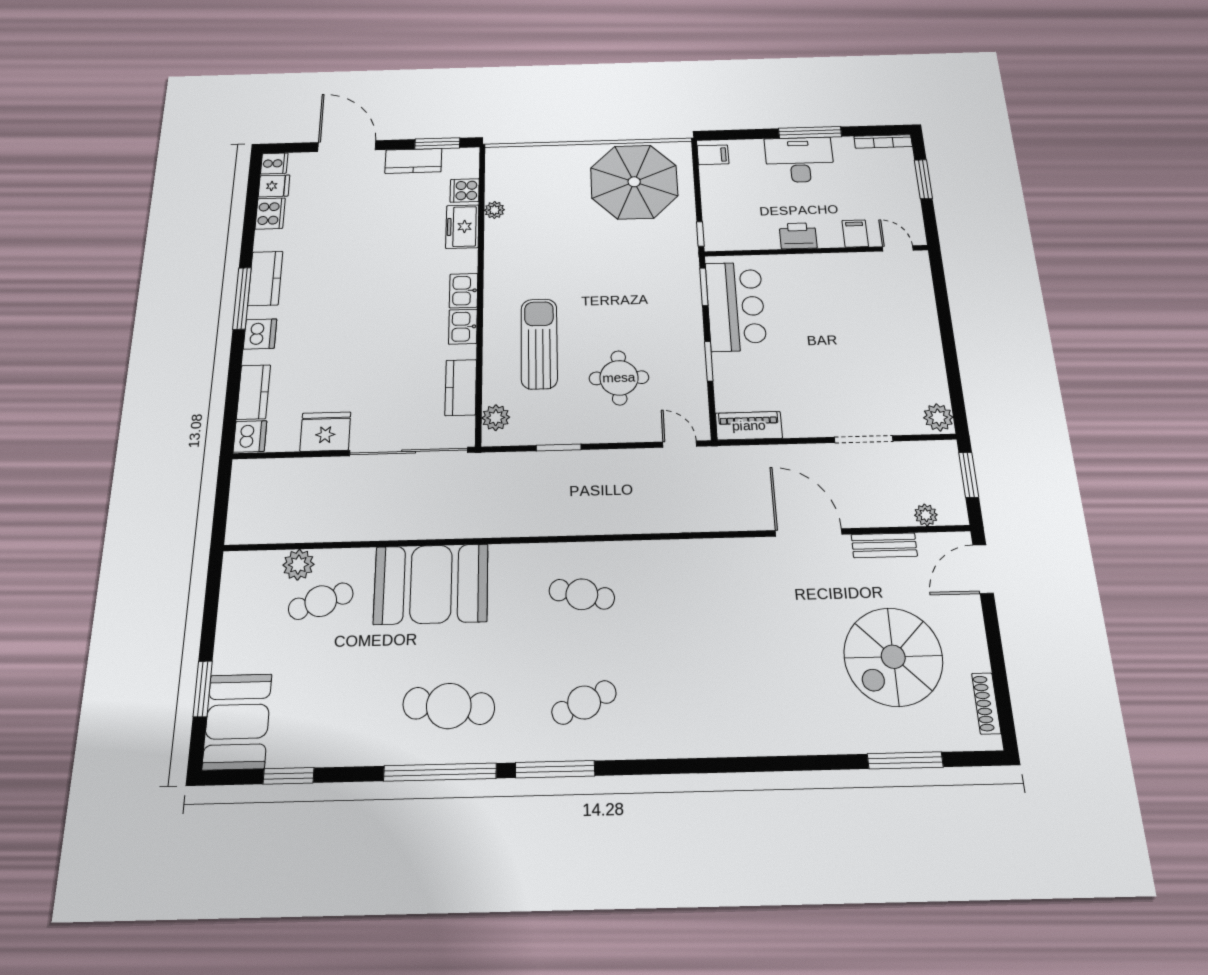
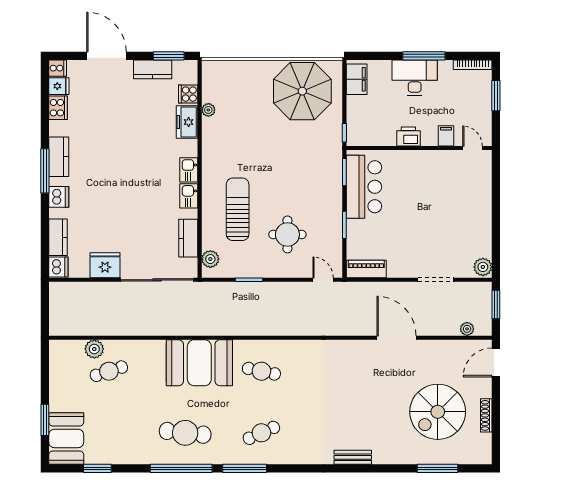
filing cabinet: (713, 155) -> (357, 79), width x2.00
bench: (884, 545) -> (353, 457), moved
booth: (431, 584) -> (199, 363), moved
shoe rack: (986, 703) -> (486, 415), moved

